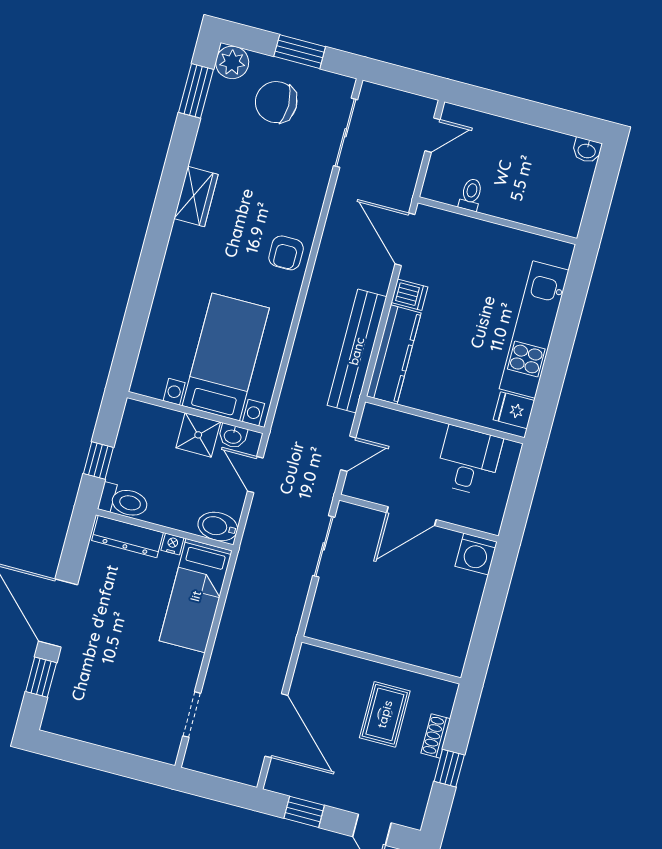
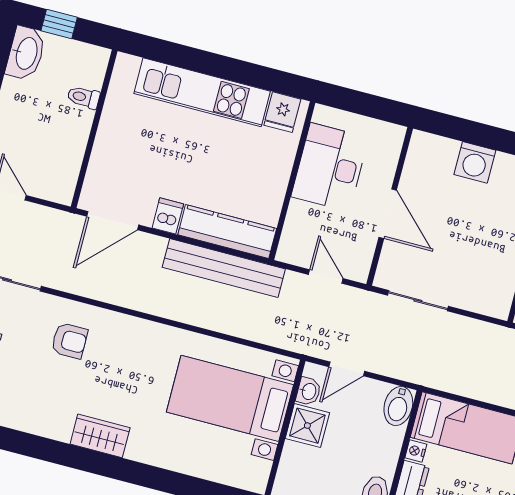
washbasin: (587, 150) -> (26, 53), width x1.91, depth x1.45
window: (603, 186) -> (59, 24), added
toilet: (471, 195) -> (83, 97), moved
wardrobe: (196, 197) -> (100, 436), moved
armchair: (286, 253) -> (69, 341), moved
desk: (469, 461) -> (330, 167), width x1.37
washing machine: (476, 554) -> (475, 162), moved, turned 90

